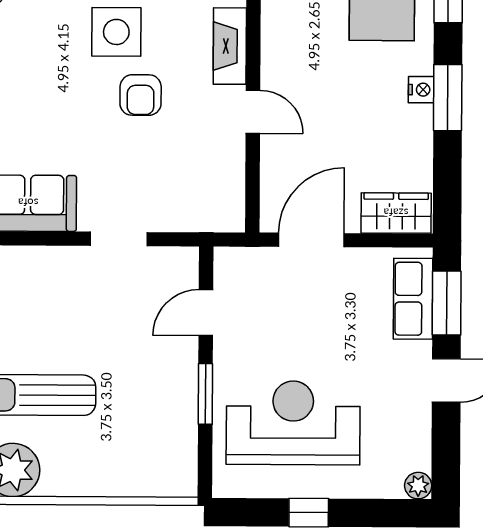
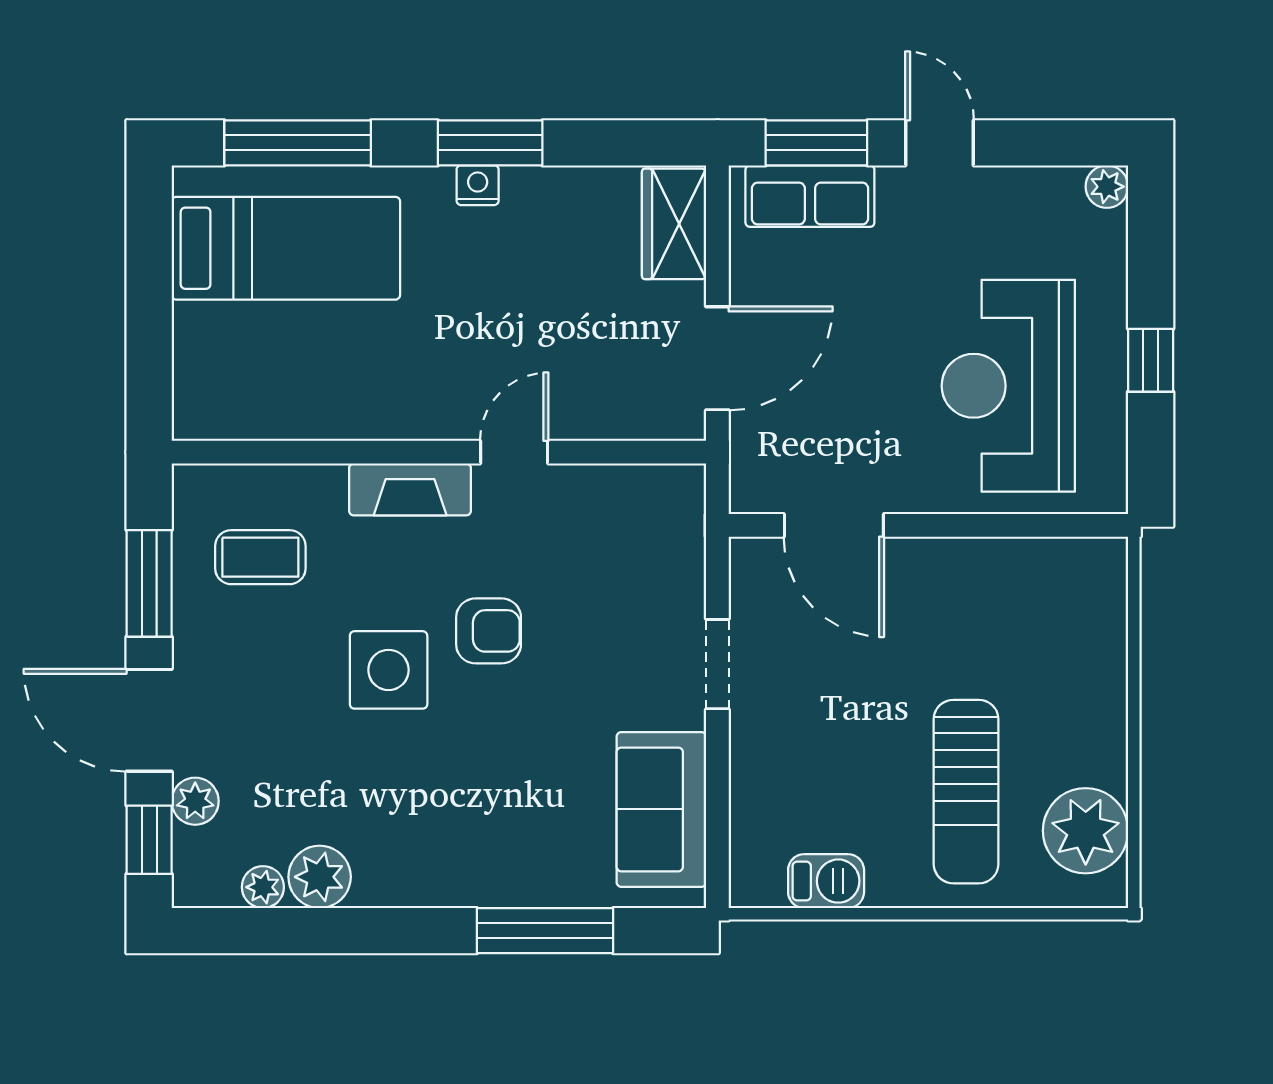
door: (311, 240) -> (717, 358), swing flipped
door: (206, 313) -> (834, 525), width x1.38
window: (205, 394) -> (963, 525), removed

